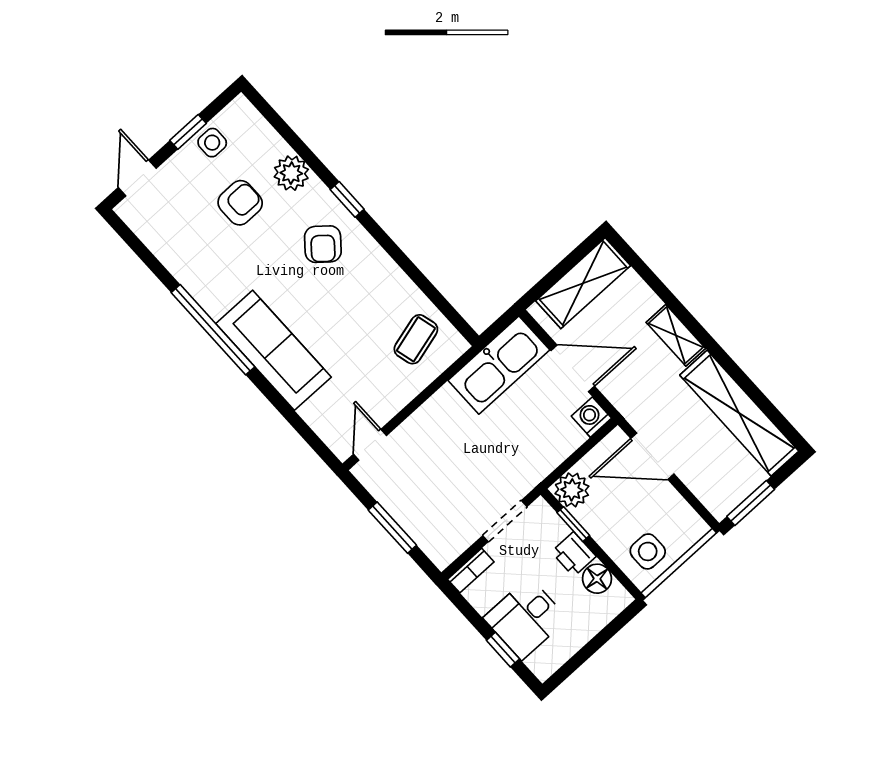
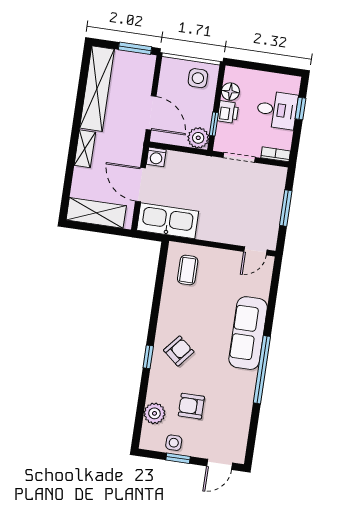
plant: (291, 173) -> (154, 413), moved
coffee table: (416, 339) -> (188, 270), turned -75

